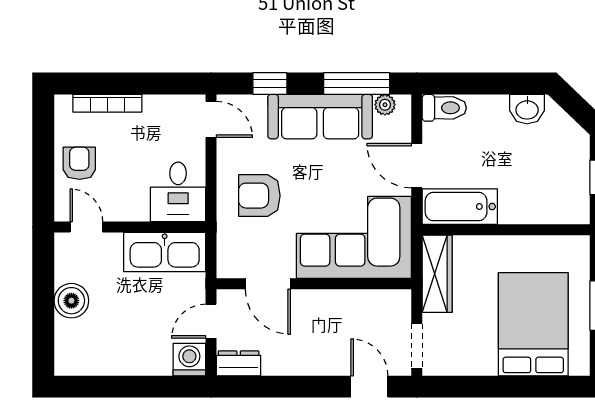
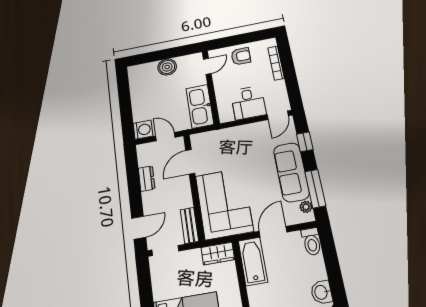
desk: (178, 192) -> (248, 103), moved, turned -90
armchair: (259, 196) -> (239, 148), removed
wardrobe: (437, 274) -> (218, 254), width x0.67
bench: (381, 301) -> (189, 225), added
dresser: (239, 363) -> (147, 179), moved

